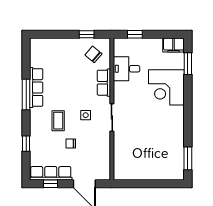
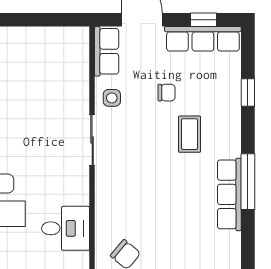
row of seats: (104, 83) -> (107, 51), moved
side table: (86, 115) -> (112, 98), moved

